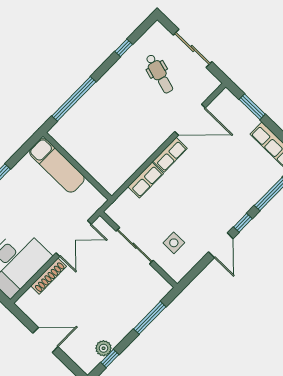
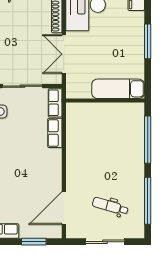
window: (124, 48) -> (148, 201), width x3.17
door: (190, 120) -> (64, 208), moved
row of seats: (170, 155) -> (55, 103), moved

